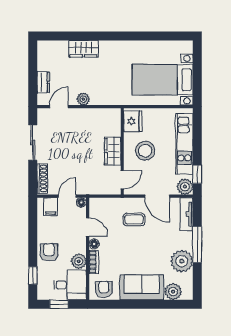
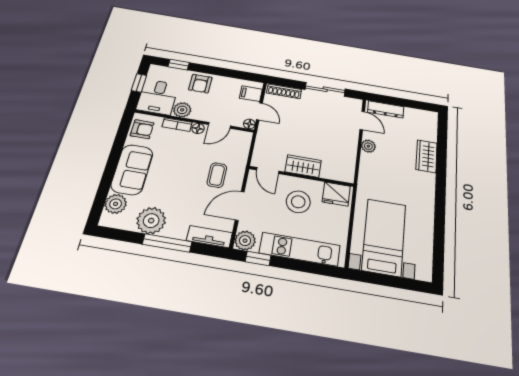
dresser: (43, 82) -> (386, 109), width x1.44
armchair: (49, 252) -> (200, 84), turned 90

